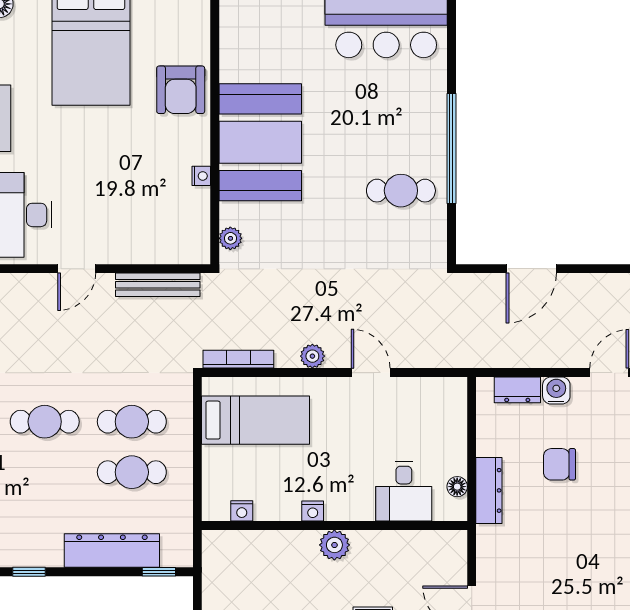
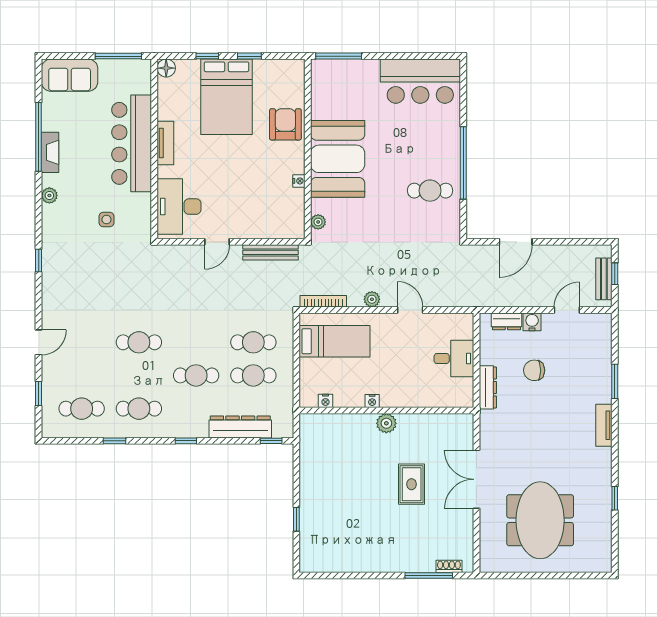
armchair: (181, 90) -> (285, 124), turned 180
cafe table: (45, 422) -> (196, 375), moved
floor lamp: (457, 487) -> (467, 385), removed
desk: (404, 491) -> (454, 359), moved, turned -90

